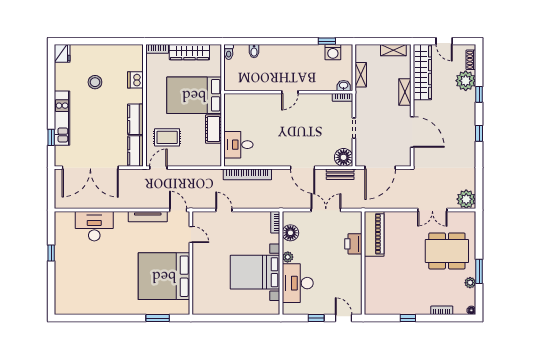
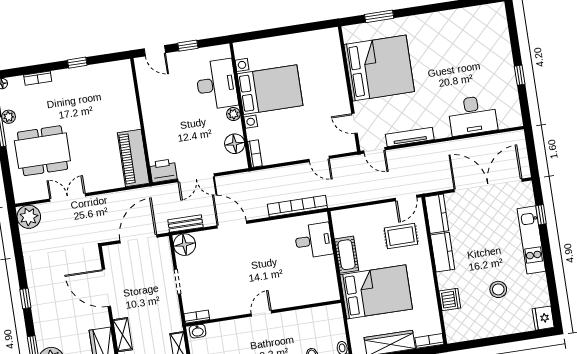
printer: (353, 244) -> (163, 171), moved, turned -90

